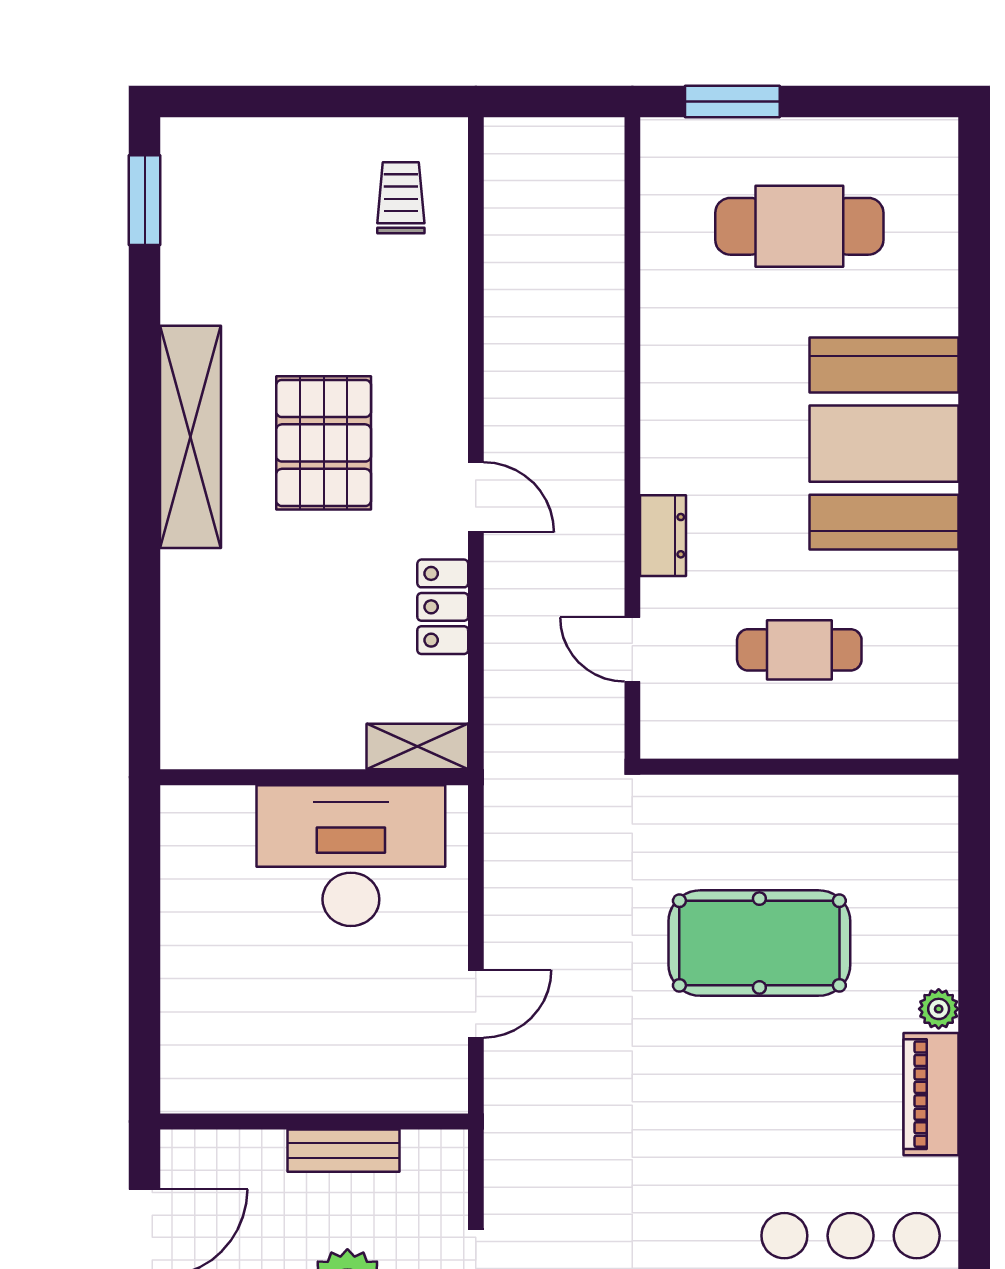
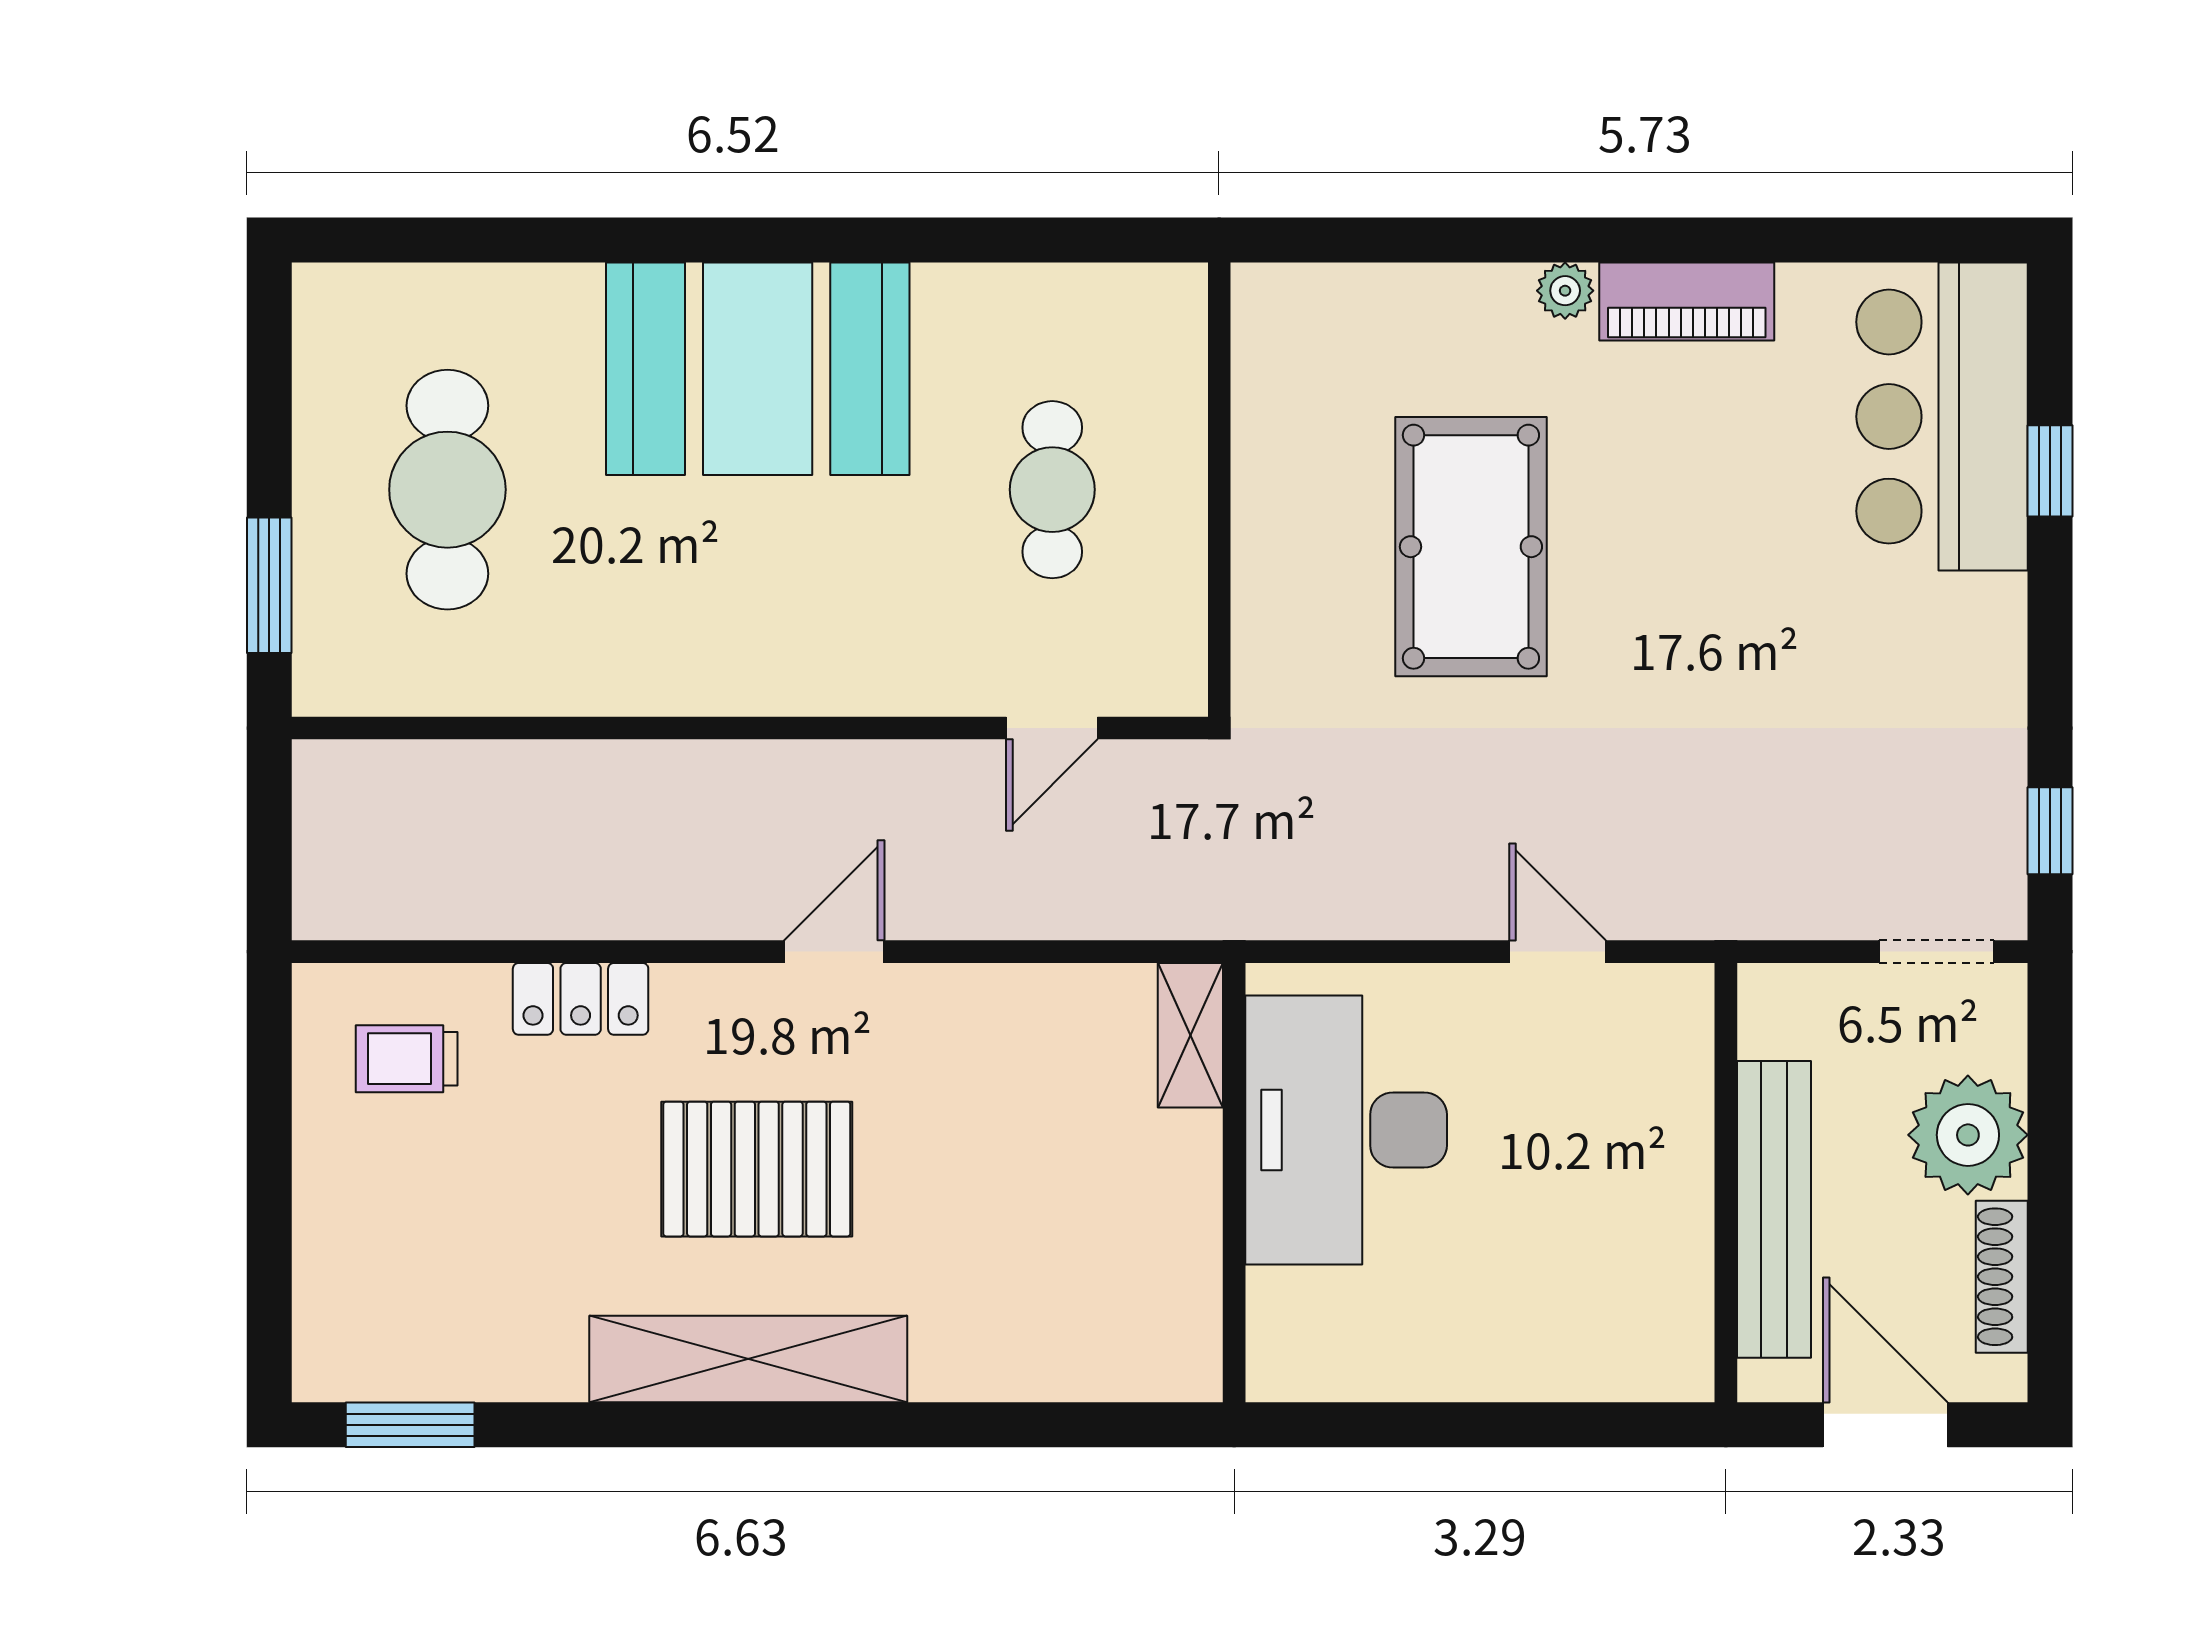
dresser: (663, 536) -> (889, 684), removed
locker: (443, 607) -> (581, 999), moved
bench: (344, 1151) -> (1774, 1209), width x1.86, depth x1.21

